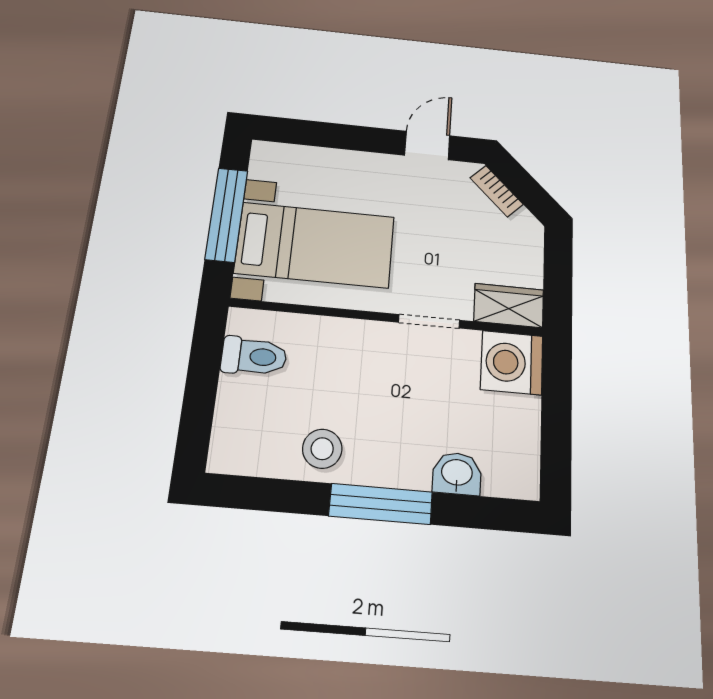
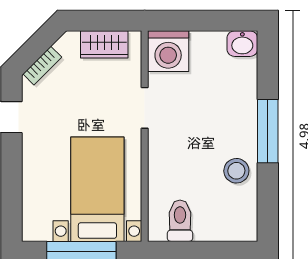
wardrobe: (509, 306) -> (104, 44), moved, turned -90
washbasin: (457, 474) -> (242, 44), moved, turned -90

